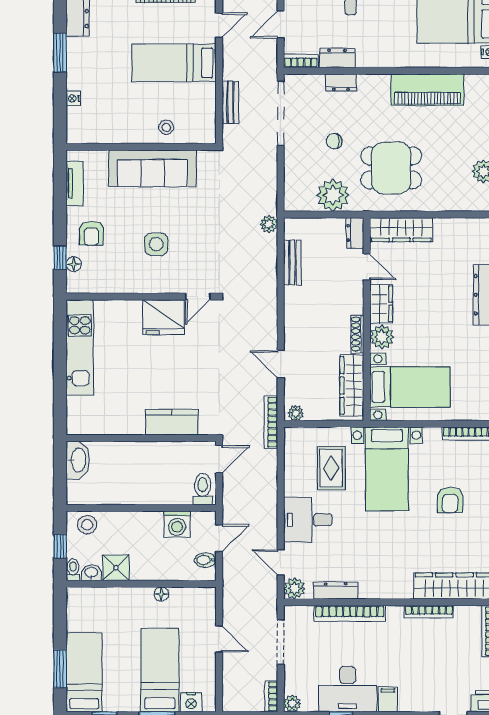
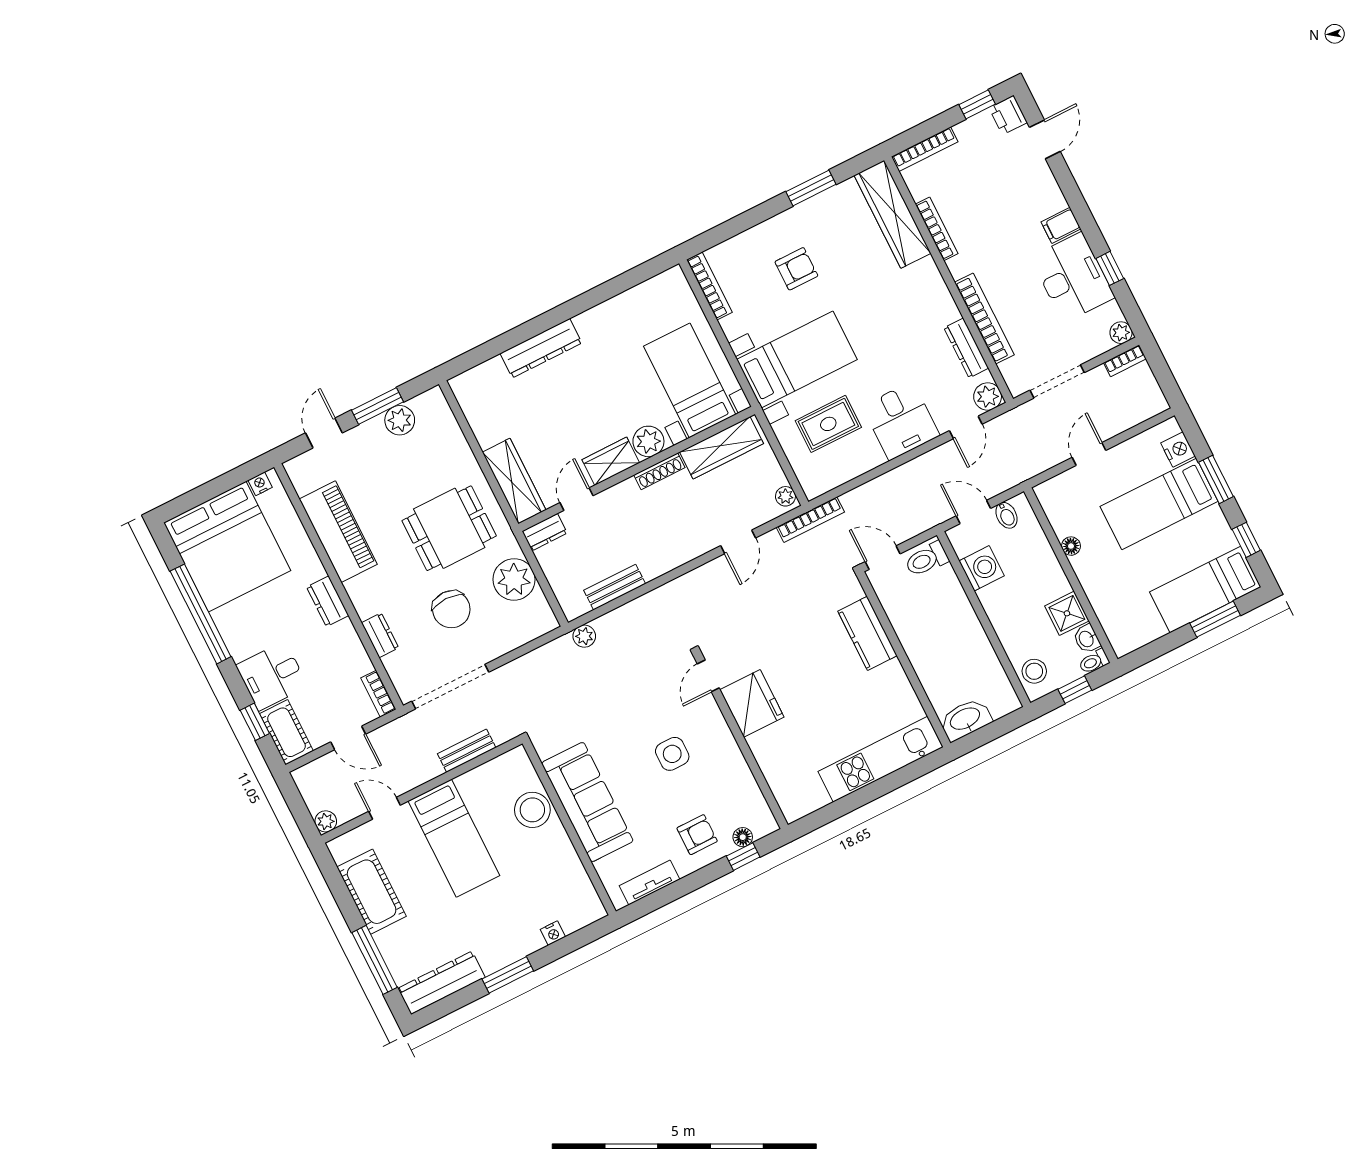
dresser: (337, 58) -> (328, 601), moved
stool: (166, 127) -> (532, 810), width x1.89, depth x1.89
chair: (334, 141) -> (451, 609), width x1.87, depth x1.87
dining table: (391, 168) -> (449, 528), turned 90
door: (198, 297) -> (708, 676), swing flipped
kitchen unit: (80, 347) -> (881, 759), moved

